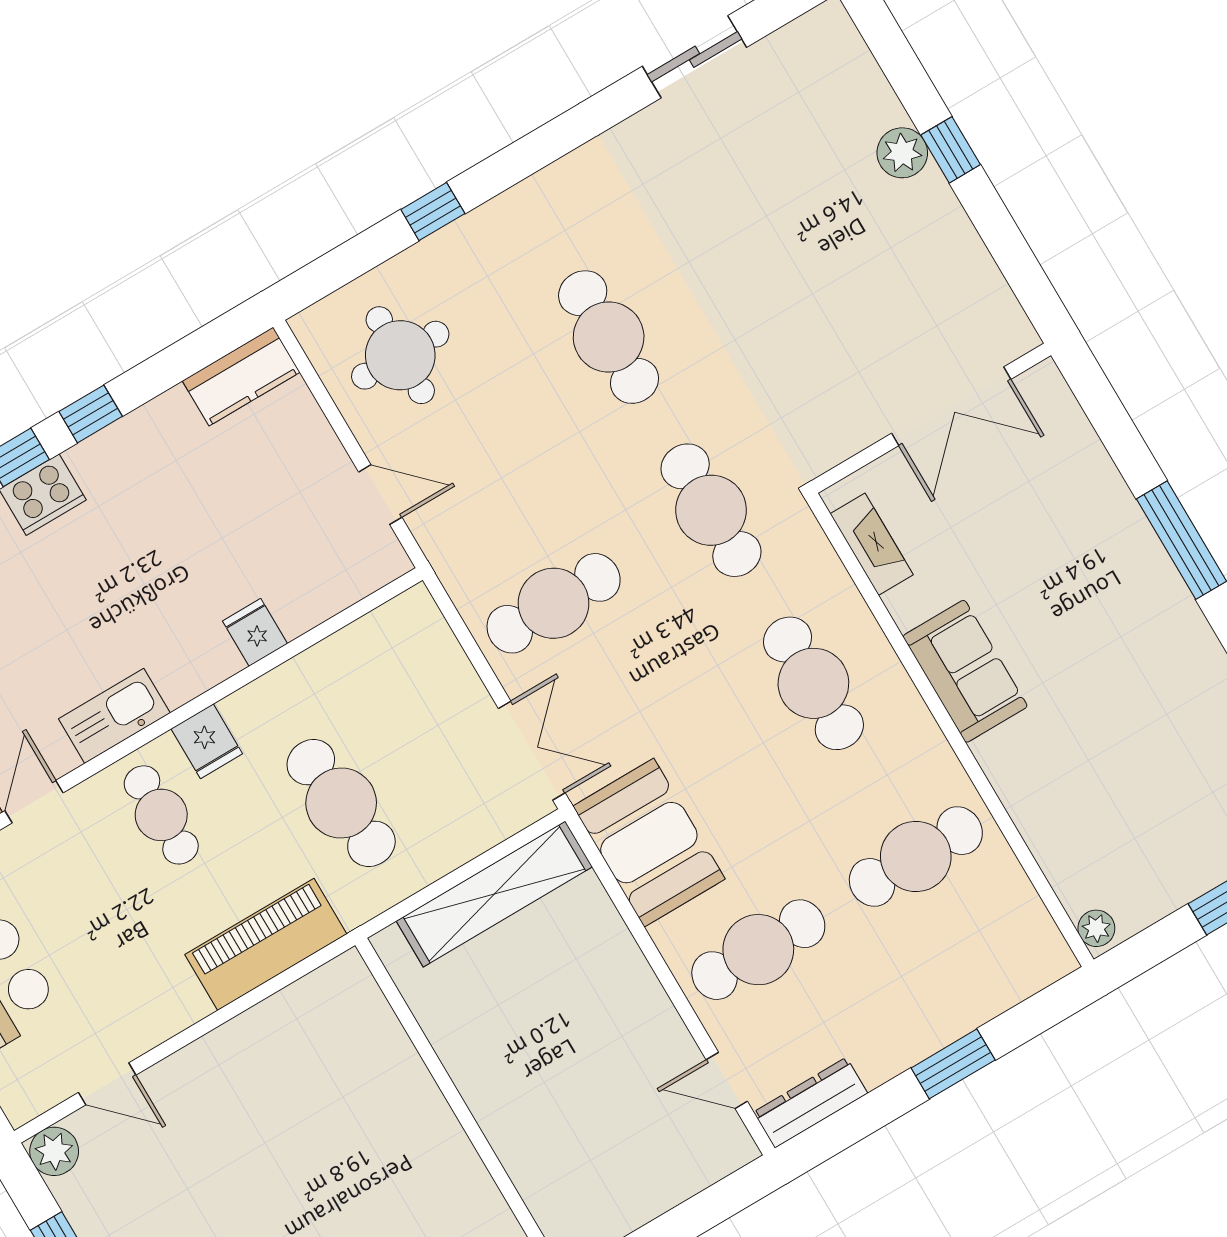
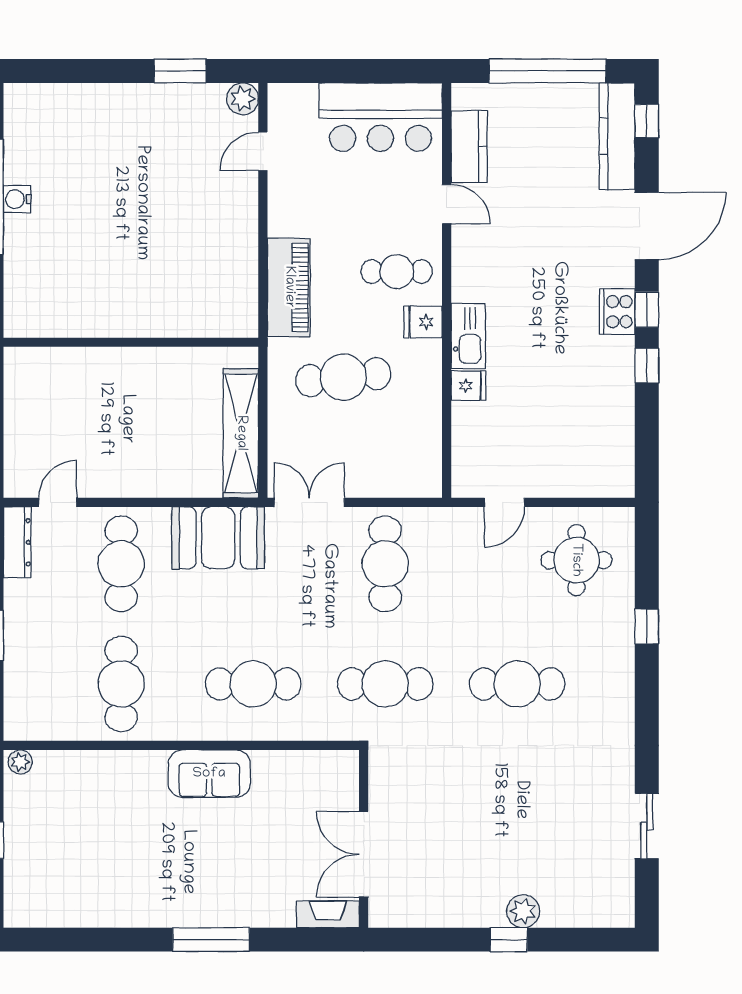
kitchen counter: (241, 377) -> (618, 463), removed
fireplace: (872, 544) -> (328, 914), moved, turned 180
kitchen sink: (114, 716) -> (468, 336), moved
double door: (532, 751) -> (309, 502), swing flipped

